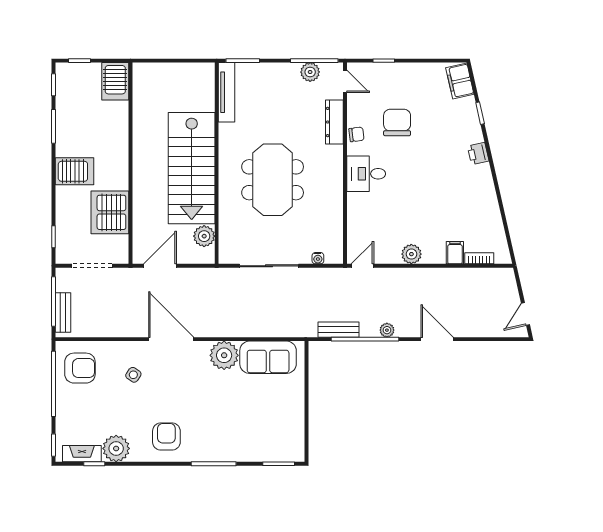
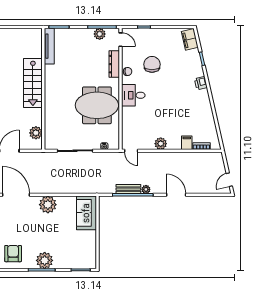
stairs: (192, 168) -> (33, 83), width x0.73, depth x0.66
meeting table: (273, 180) -> (97, 105), moved, turned 90
door: (362, 266) -> (131, 151), swing flipped
bench: (339, 330) -> (128, 189), moved
sofa: (268, 357) -> (87, 213), moved, turned 90
plant: (219, 448) -> (45, 260), added

